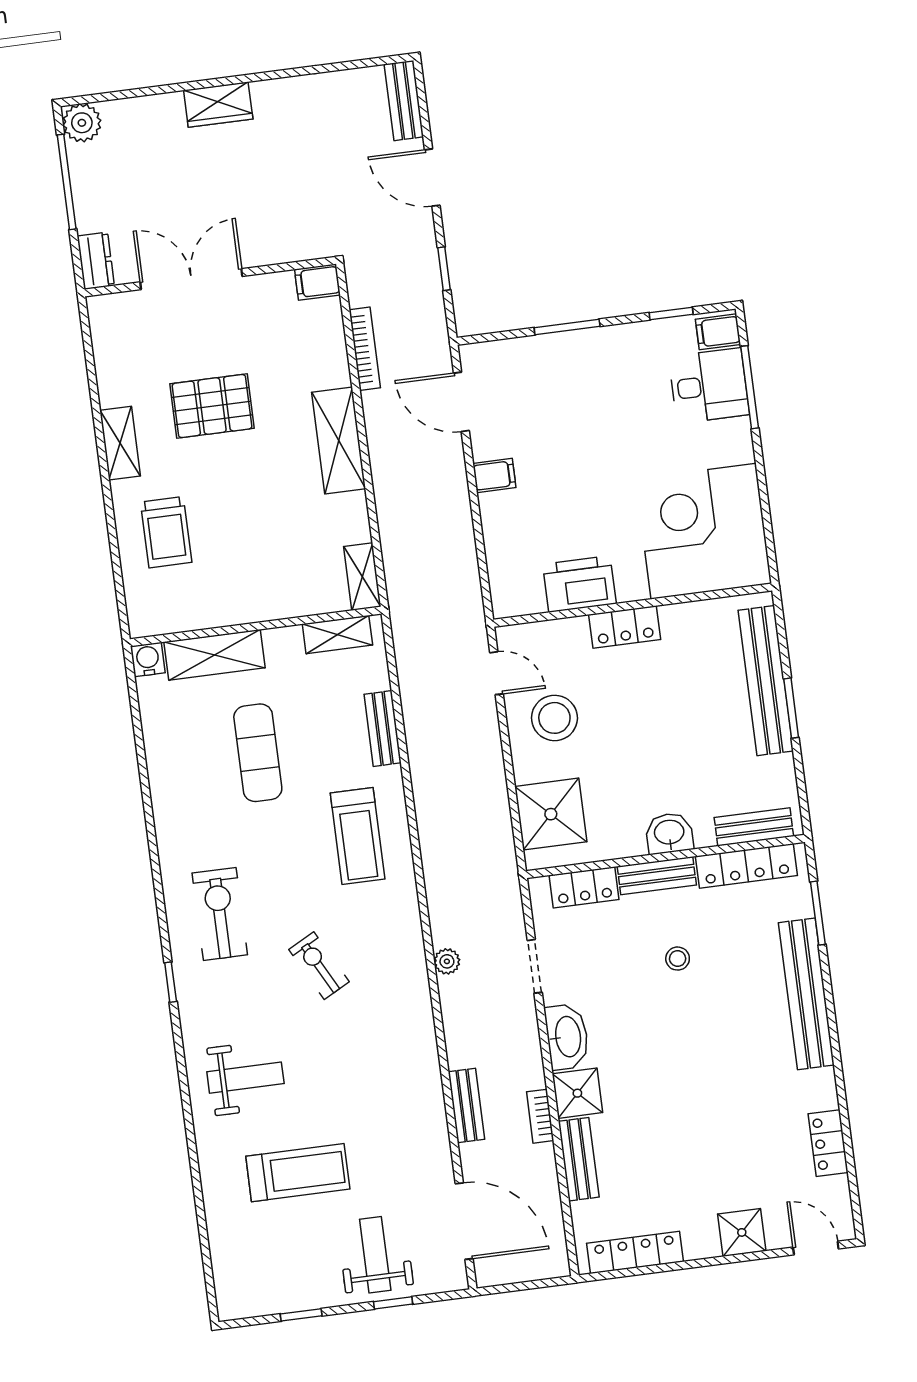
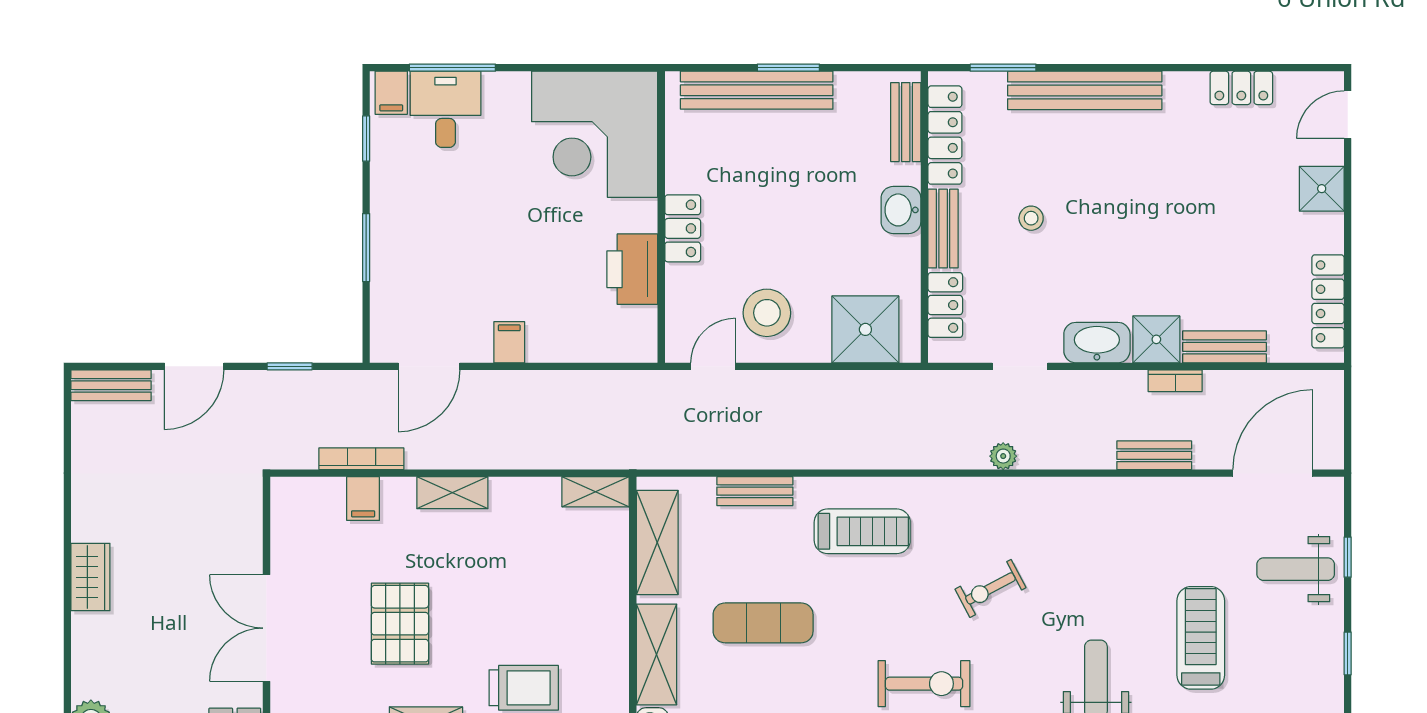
filing cabinet: (317, 282) -> (363, 499), moved
shelving: (339, 440) -> (452, 493), width x0.67, depth x0.75
shelving: (337, 635) -> (657, 542), width x1.50, depth x1.33
exercise bike: (220, 914) -> (924, 684), turned 180

